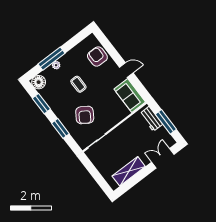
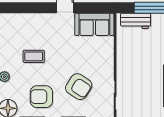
armchair: (97, 56) -> (41, 97), moved
coffee table: (78, 84) -> (34, 56), moved

